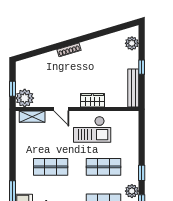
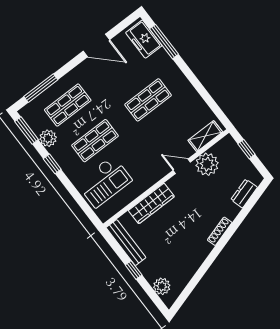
dresser: (35, 62) -> (244, 193), added
plant: (25, 98) -> (207, 164), moved
wardrobe: (92, 100) -> (151, 203), width x1.50
checkout: (92, 129) -> (104, 182), moved, turned 180

